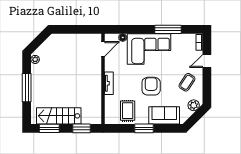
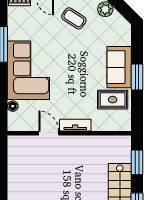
door: (103, 49) -> (49, 133), moved
armchair: (151, 86) -> (79, 67), removed
sofa: (164, 115) -> (119, 67), moved

